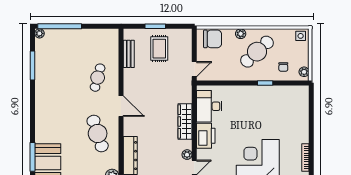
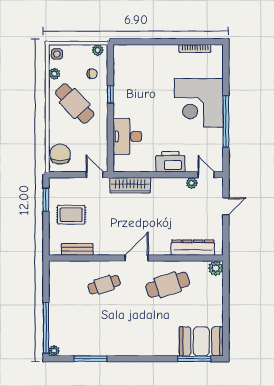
window: (155, 26) -> (46, 200), moved
plant: (241, 34) -> (54, 74), moved
cafe table: (98, 78) -> (104, 285), turned -33
desk: (209, 106) -> (127, 136), moved, turned 90
wardrobe: (185, 121) -> (130, 185), moved

